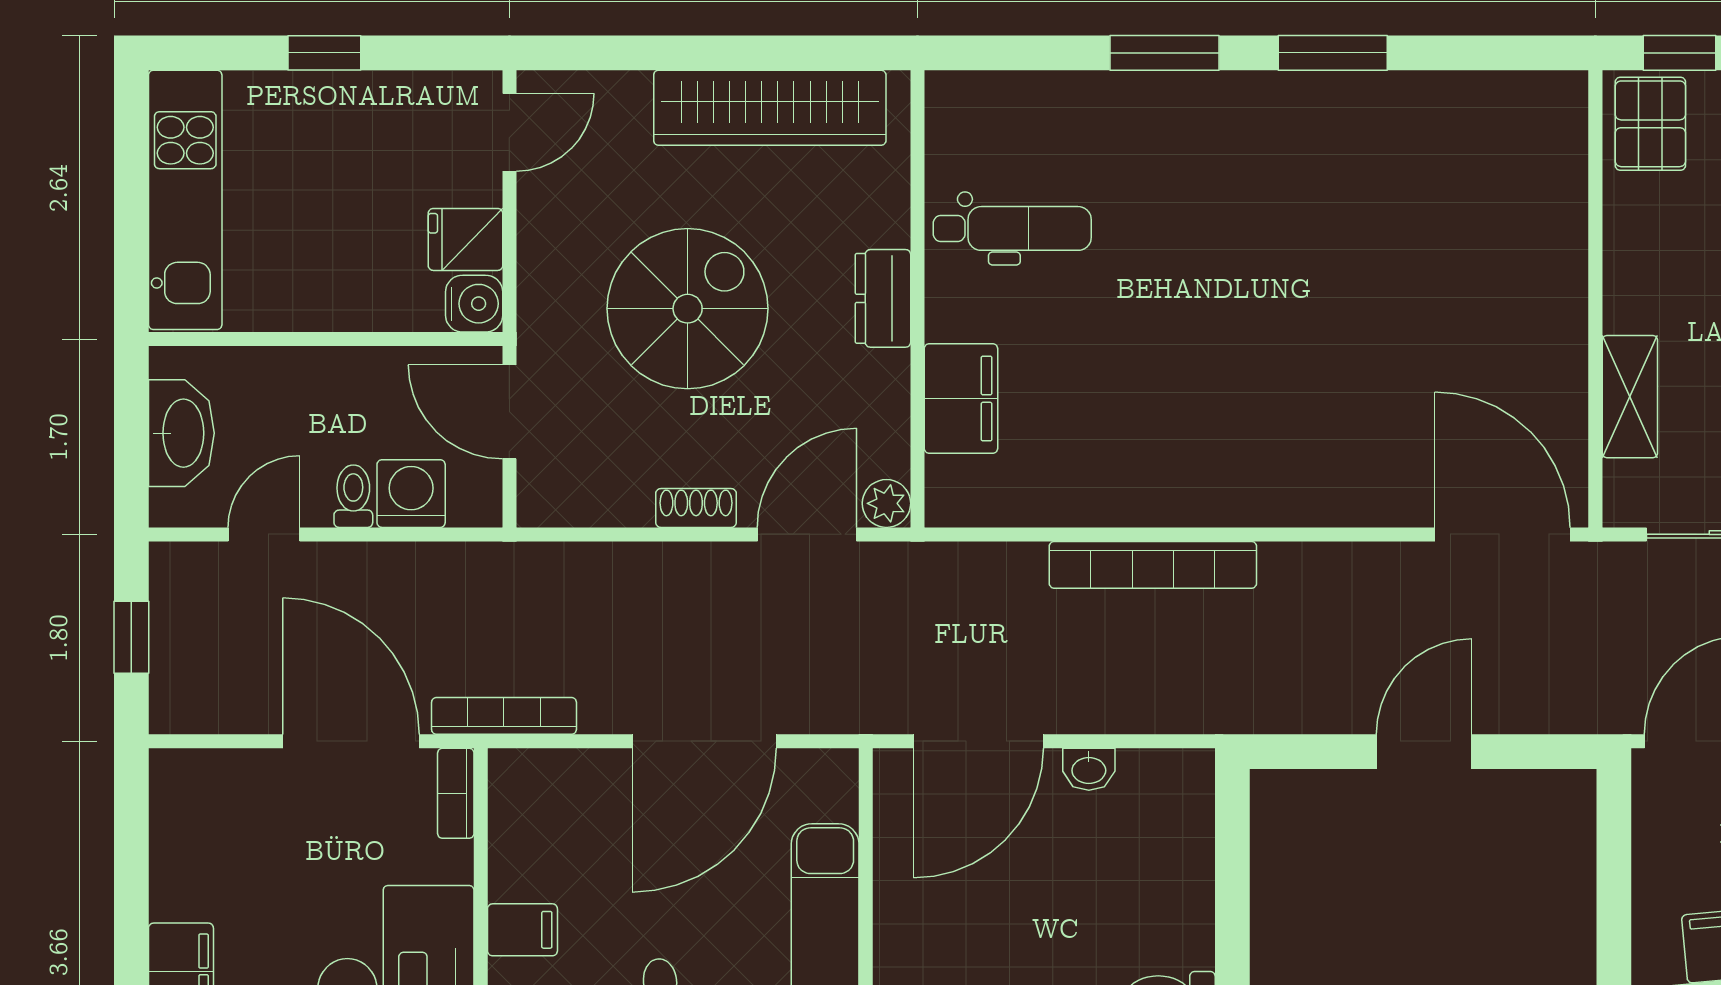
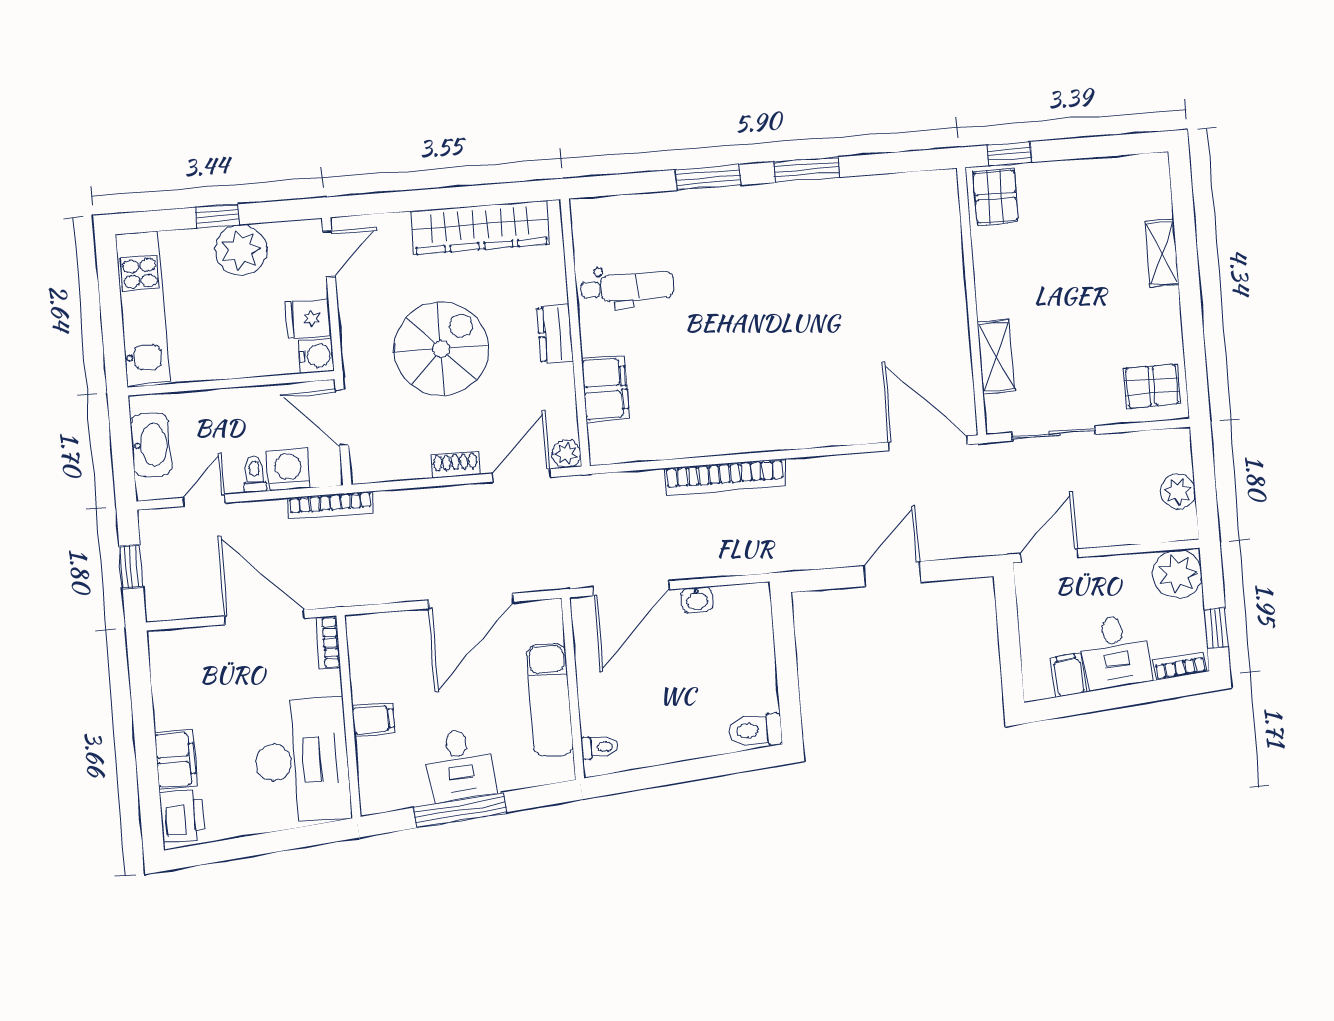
plant: (360, 114) -> (241, 250), added
bookcase: (504, 716) -> (330, 505), moved, turned 180

